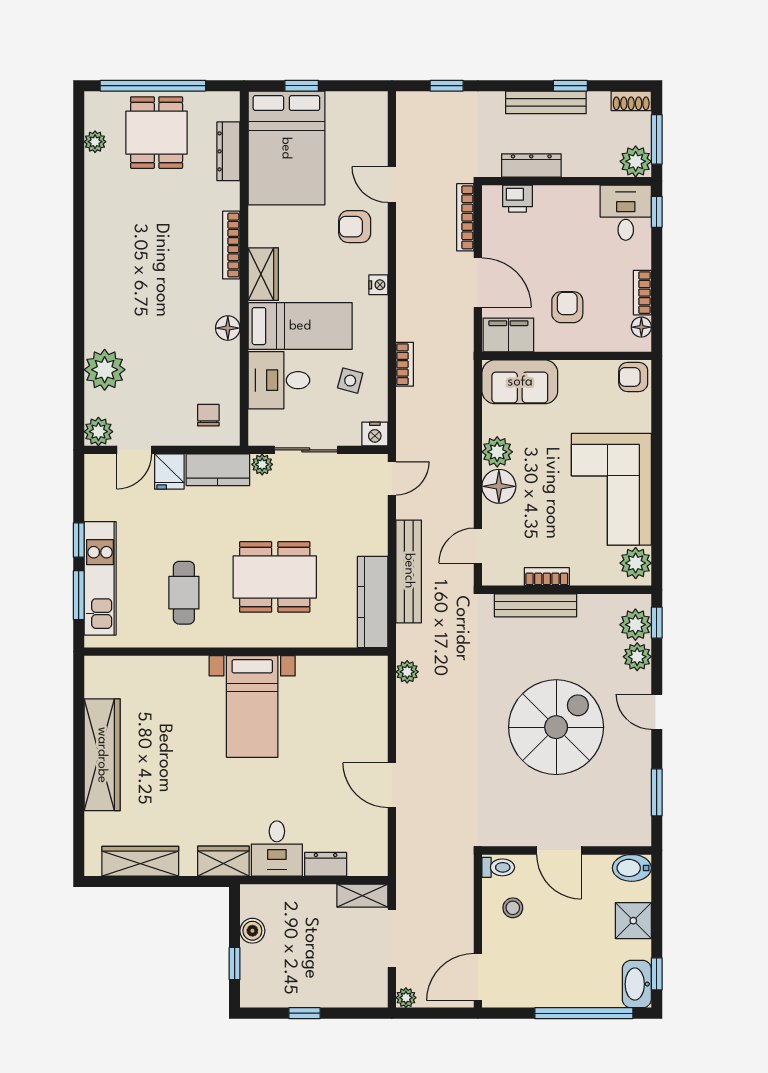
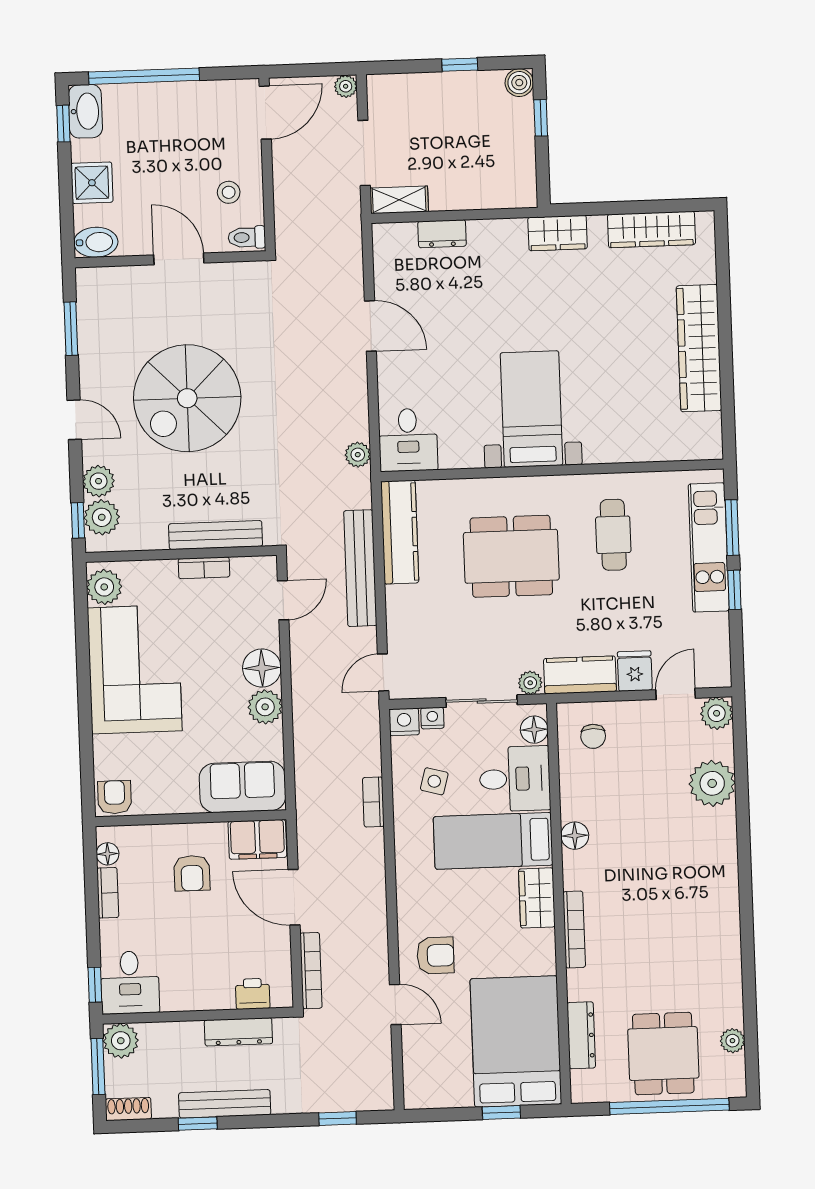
nightstand: (378, 285) -> (432, 718), moved, turned 90
armchair: (633, 377) -> (115, 797), turned -90
floor lamp: (260, 423) -> (534, 730), added
desk: (277, 848) -> (408, 440), moved, turned 180
boiler: (252, 931) -> (519, 83), moved

